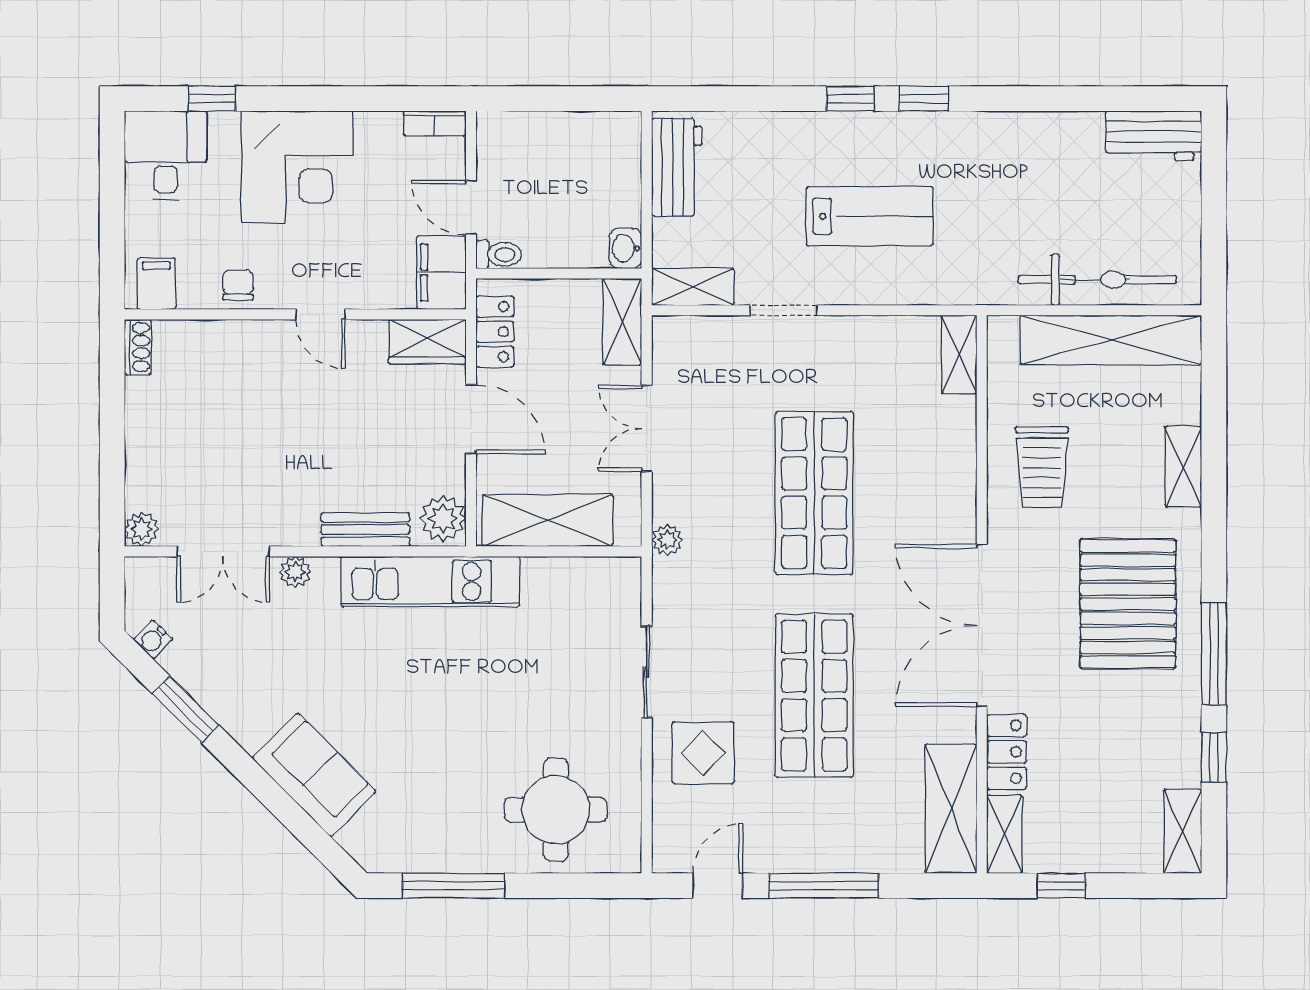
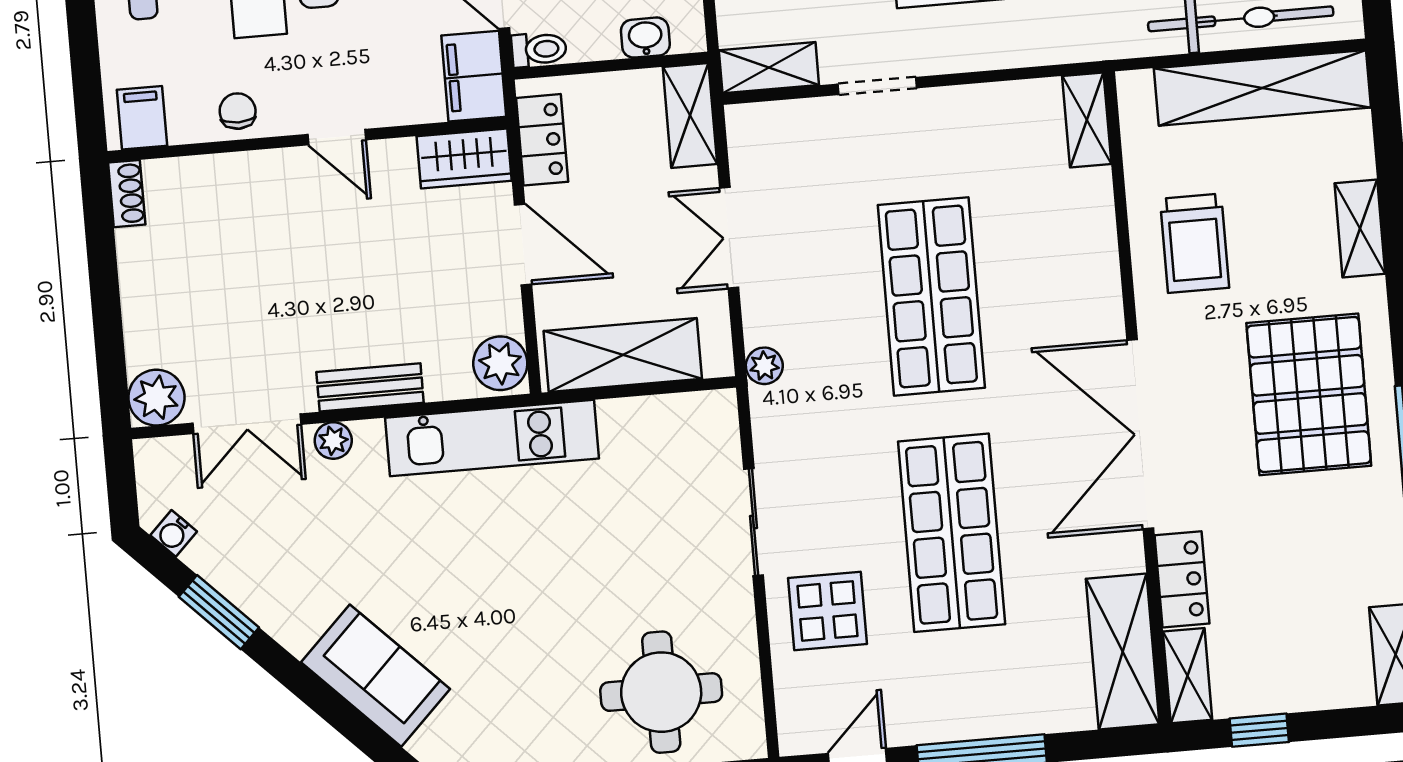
washbasin: (625, 248) -> (645, 38), moved, turned 90
plant: (142, 529) -> (156, 398), width x1.38, depth x1.38
bench: (365, 529) -> (370, 387), moved

